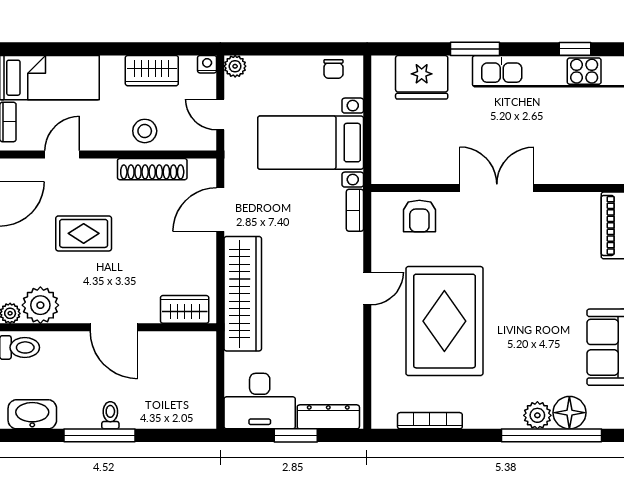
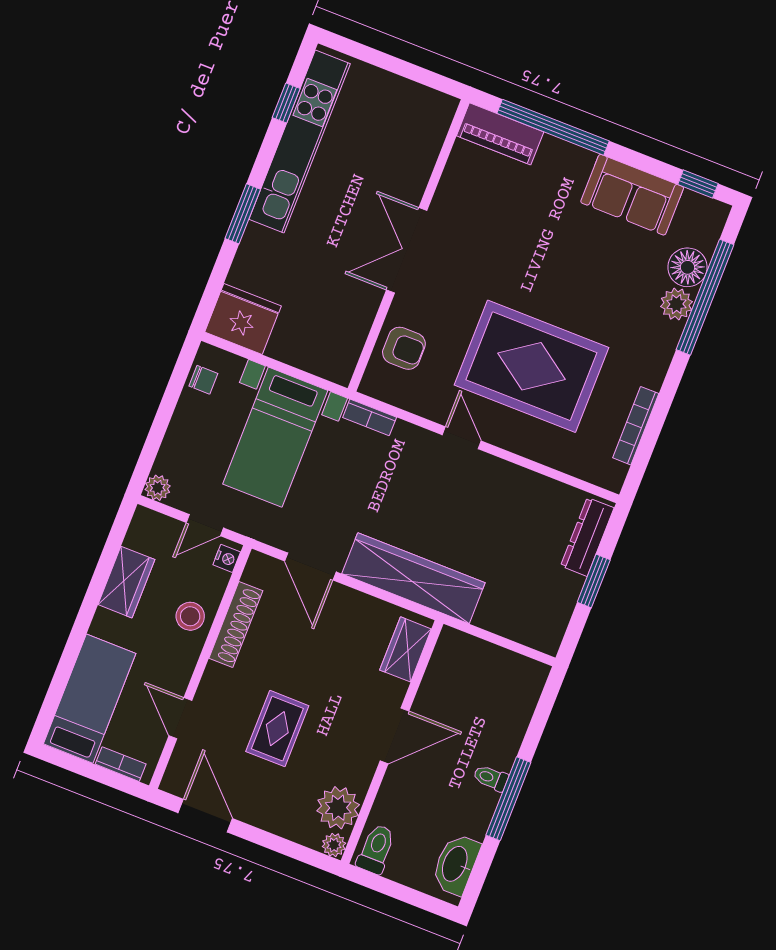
nightstand: (207, 64) -> (227, 558), moved, turned 180
fridge: (422, 77) -> (243, 319), moved, turned -90
desk: (260, 401) -> (540, 606), removed

